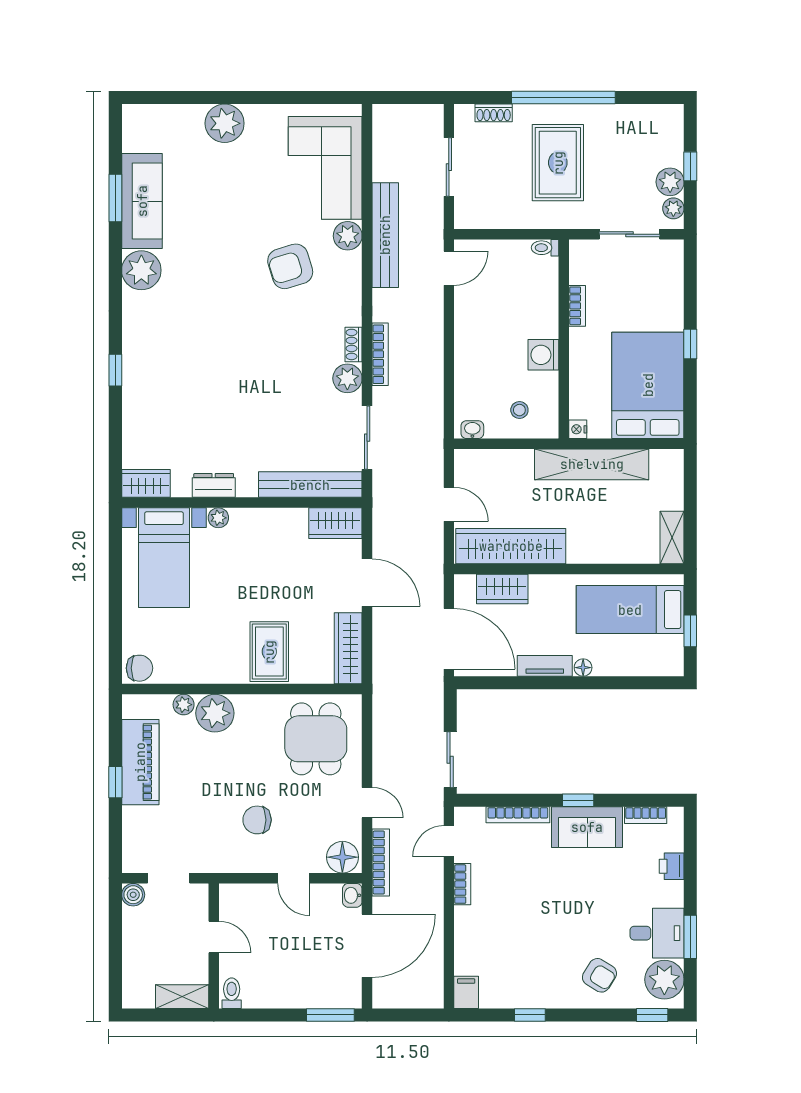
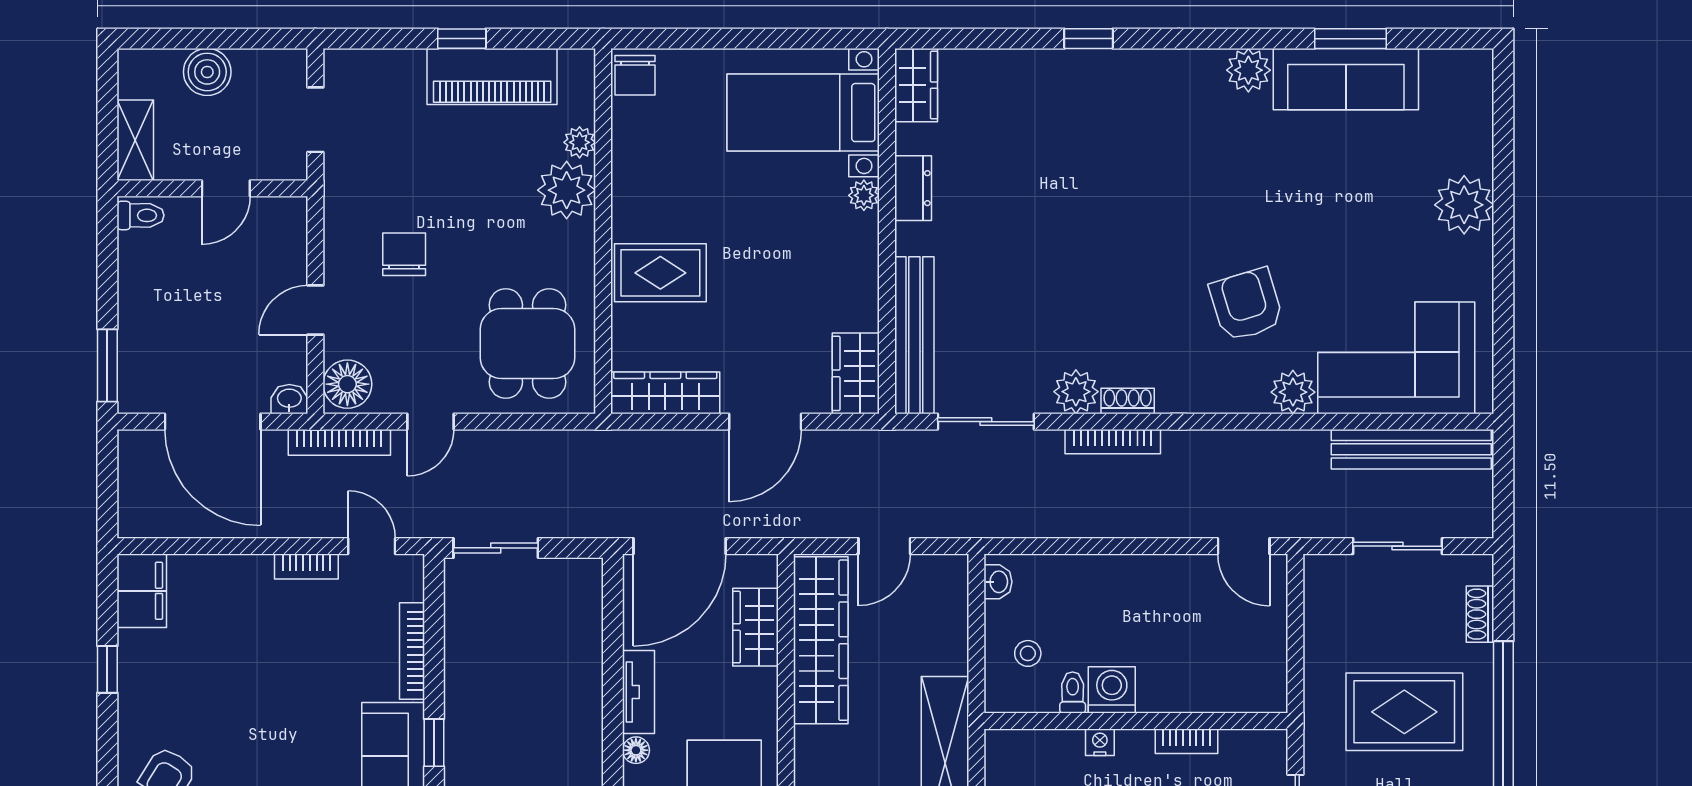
bench: (385, 235) -> (1411, 449), moved
toilet: (545, 248) -> (1073, 692), moved
plant: (141, 270) -> (1248, 70), width x0.73, depth x0.73
nightstand: (578, 429) -> (1100, 742), moved
dining table: (316, 739) -> (527, 344), turned 90
boiler: (133, 895) -> (207, 72), moved, width x1.36, depth x1.36
filing cabinet: (466, 992) -> (142, 591), width x2.00

